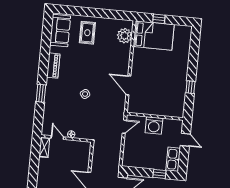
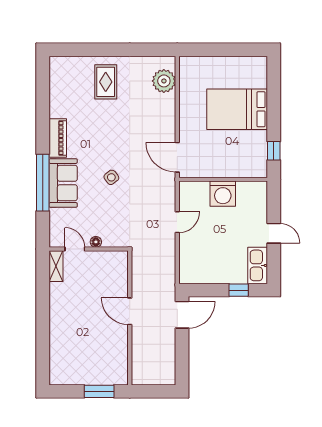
window: (159, 19) -> (215, 50), removed
sofa: (60, 31) -> (63, 183), moved
bed: (154, 36) -> (237, 109), moved, turned 180
window: (41, 93) -> (43, 183), width x2.11
wall: (155, 116) -> (223, 179), moved
washing machine: (154, 125) -> (223, 194), moved

